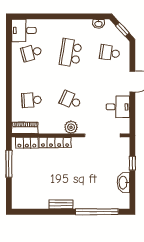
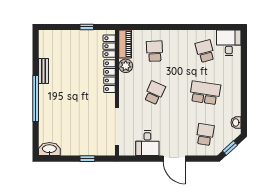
plant: (71, 127) -> (126, 66), moved
window: (9, 164) -> (87, 27), width x0.46
washbasin: (123, 183) -> (49, 149), moved
bench: (61, 204) -> (43, 71), moved
window: (97, 212) -> (36, 99), moved

